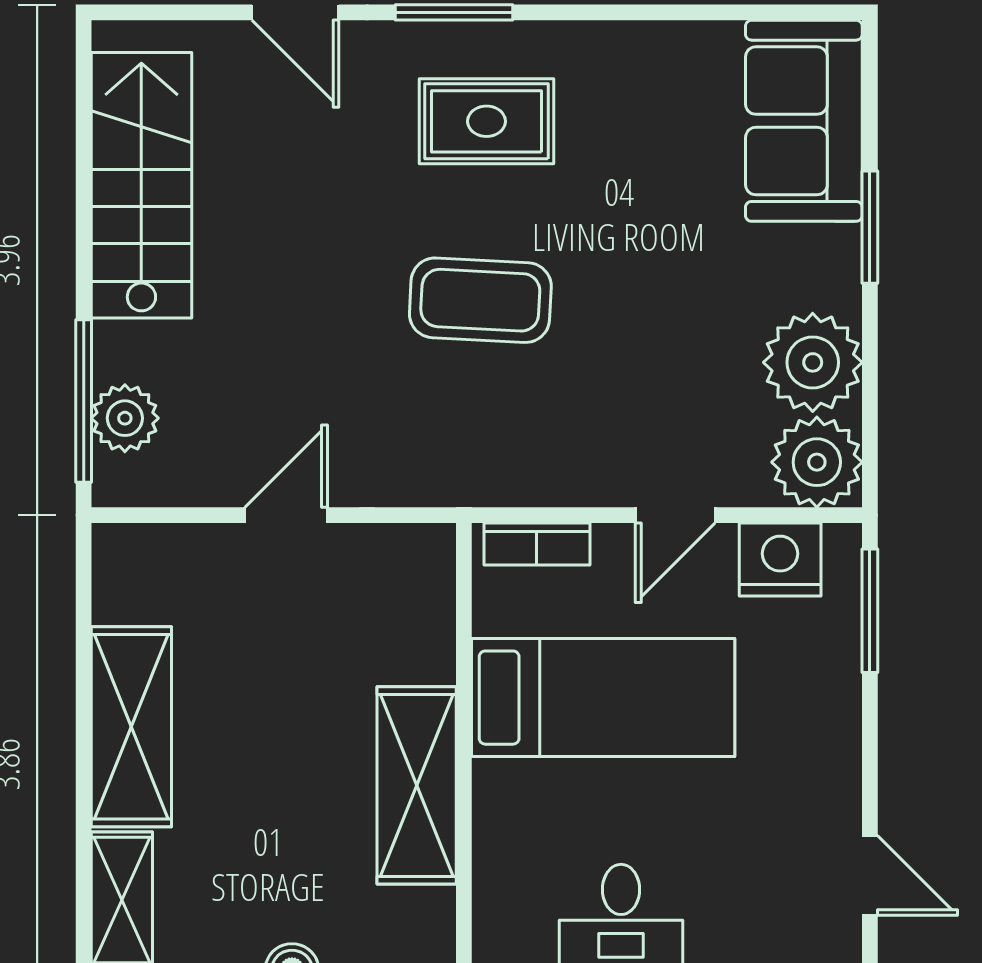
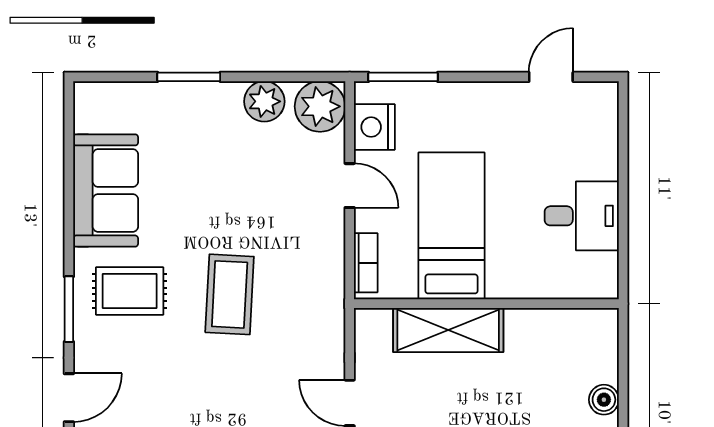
rug: (486, 121) -> (130, 291), turned 90
sofa: (804, 121) -> (106, 190), moved, turned -90
plant: (813, 362) -> (264, 101), width x0.73, depth x0.73
shelving: (417, 785) -> (448, 330), moved

